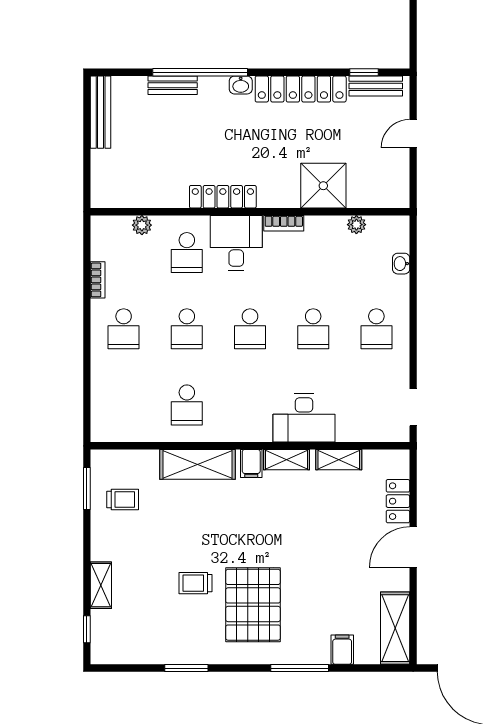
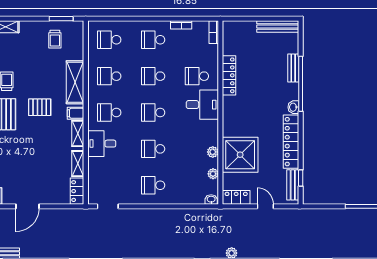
locker: (398, 184) -> (236, 197), added
shower: (323, 186) -> (240, 155), width x1.37, depth x1.37
locker: (223, 197) -> (229, 75), moved
bookcase: (284, 223) -> (214, 32), moved
plant: (142, 225) -> (213, 152), moved
washbasin: (401, 264) -> (211, 199), moved
school desk: (124, 405) -> (109, 40), added
school desk: (250, 405) -> (109, 113), added
desk: (304, 418) -> (102, 144), width x0.73
locker: (398, 501) -> (77, 191), moved, turned -90
pallet: (241, 526) -> (40, 107), added
door: (413, 547) -> (27, 206), swing flipped

